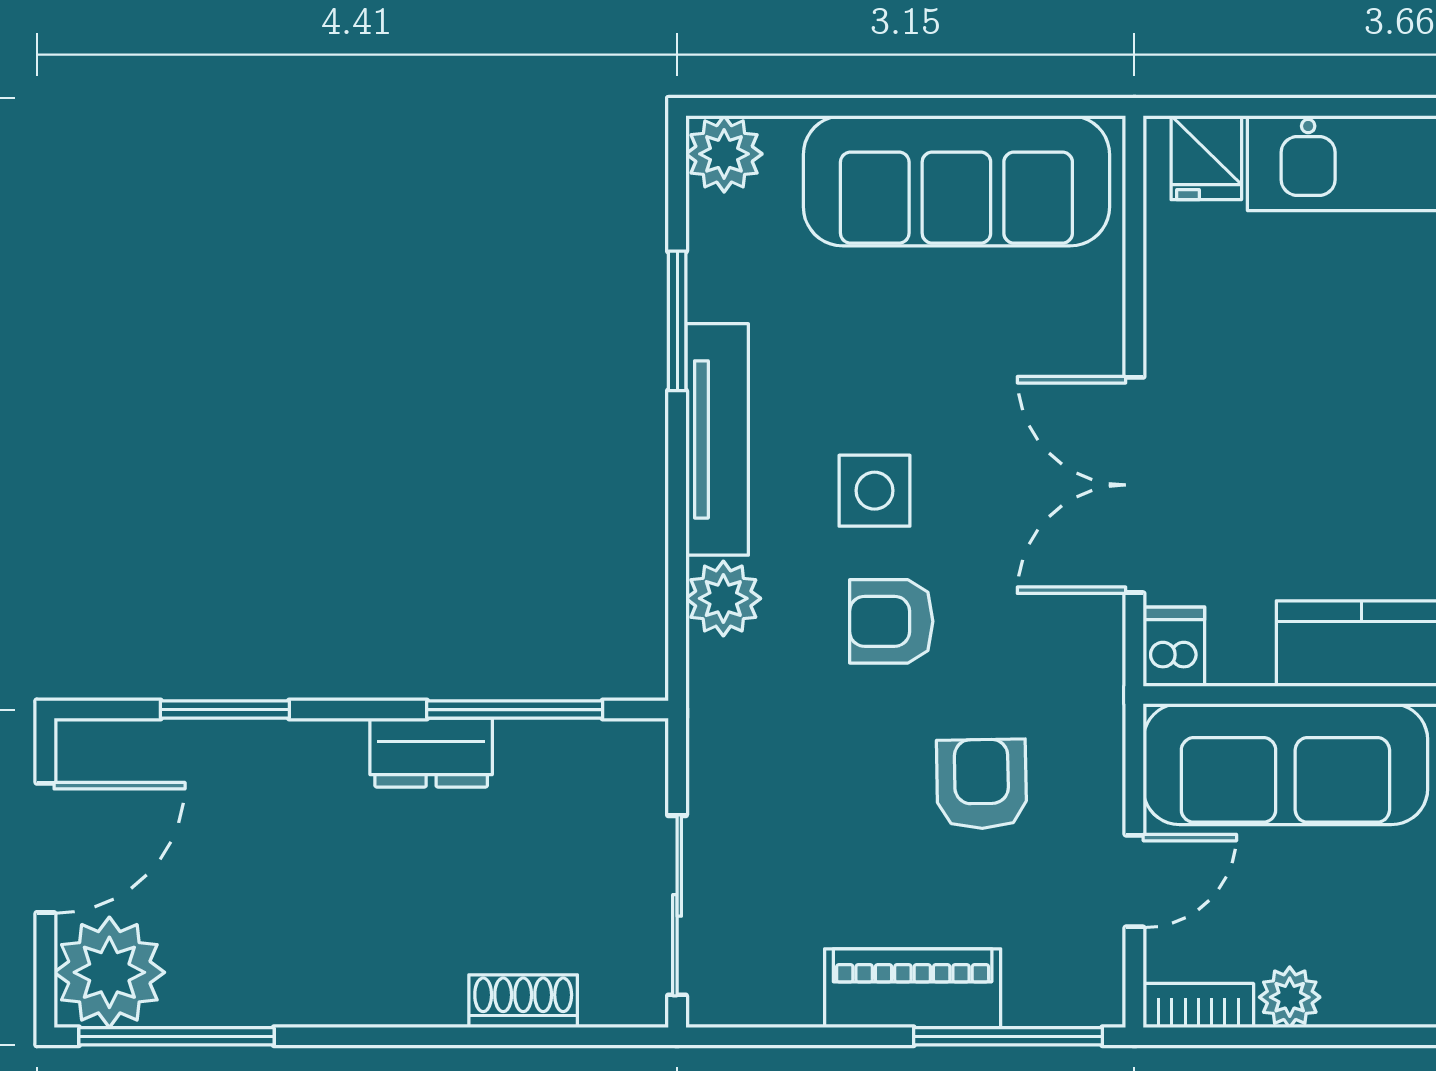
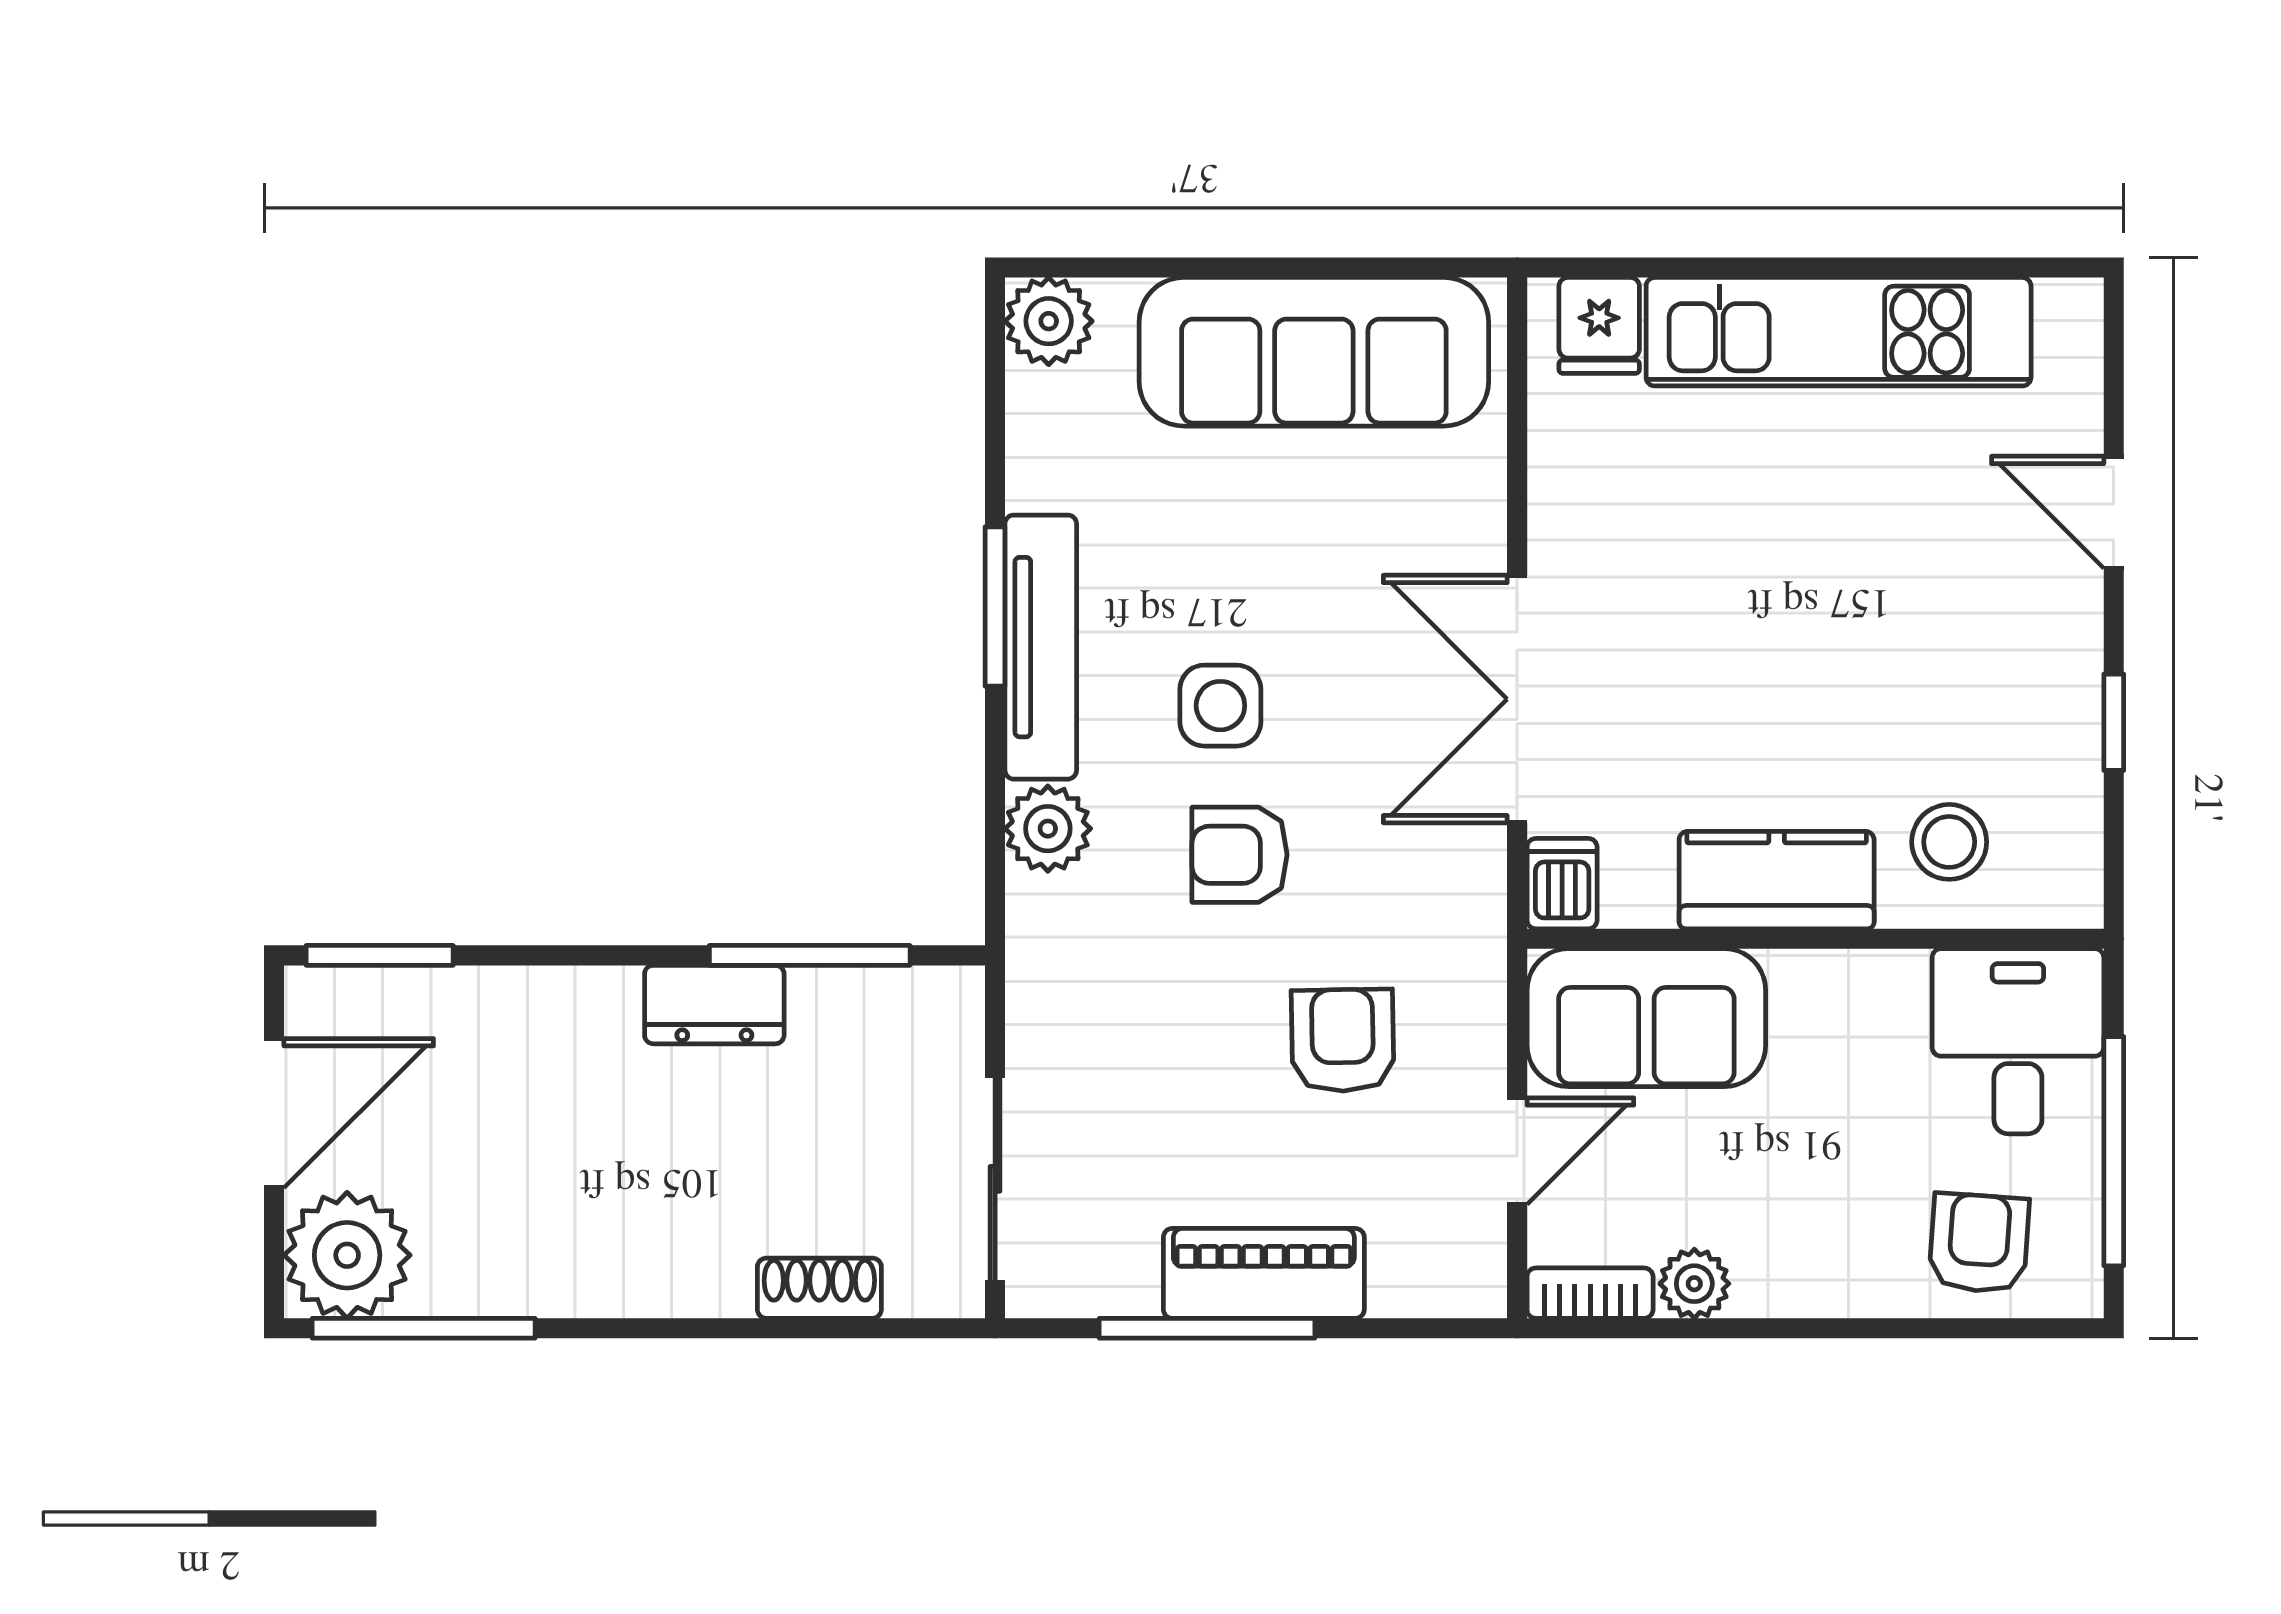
window: (677, 321) -> (995, 606), moved
window: (225, 710) -> (380, 955), moved
sofa: (1285, 764) -> (1646, 1018), width x0.73
window: (1008, 1036) -> (1207, 1328), moved

